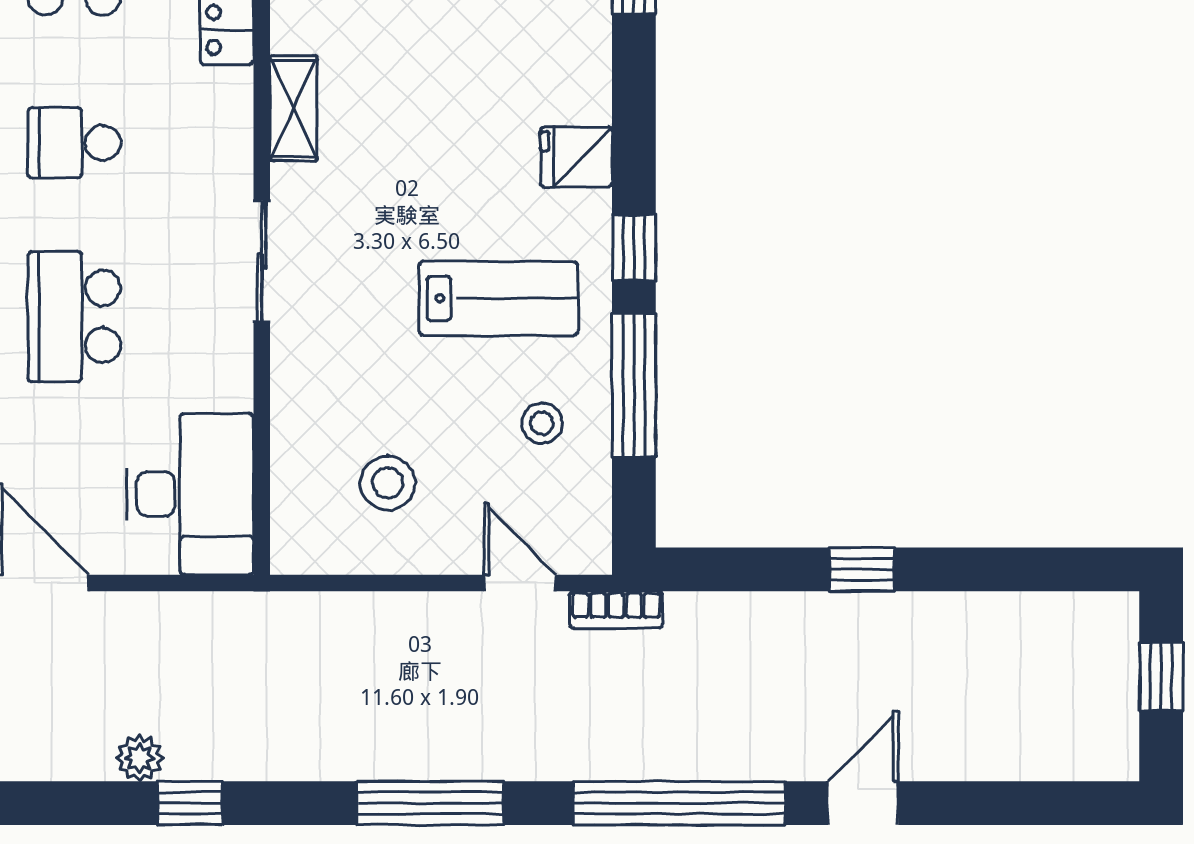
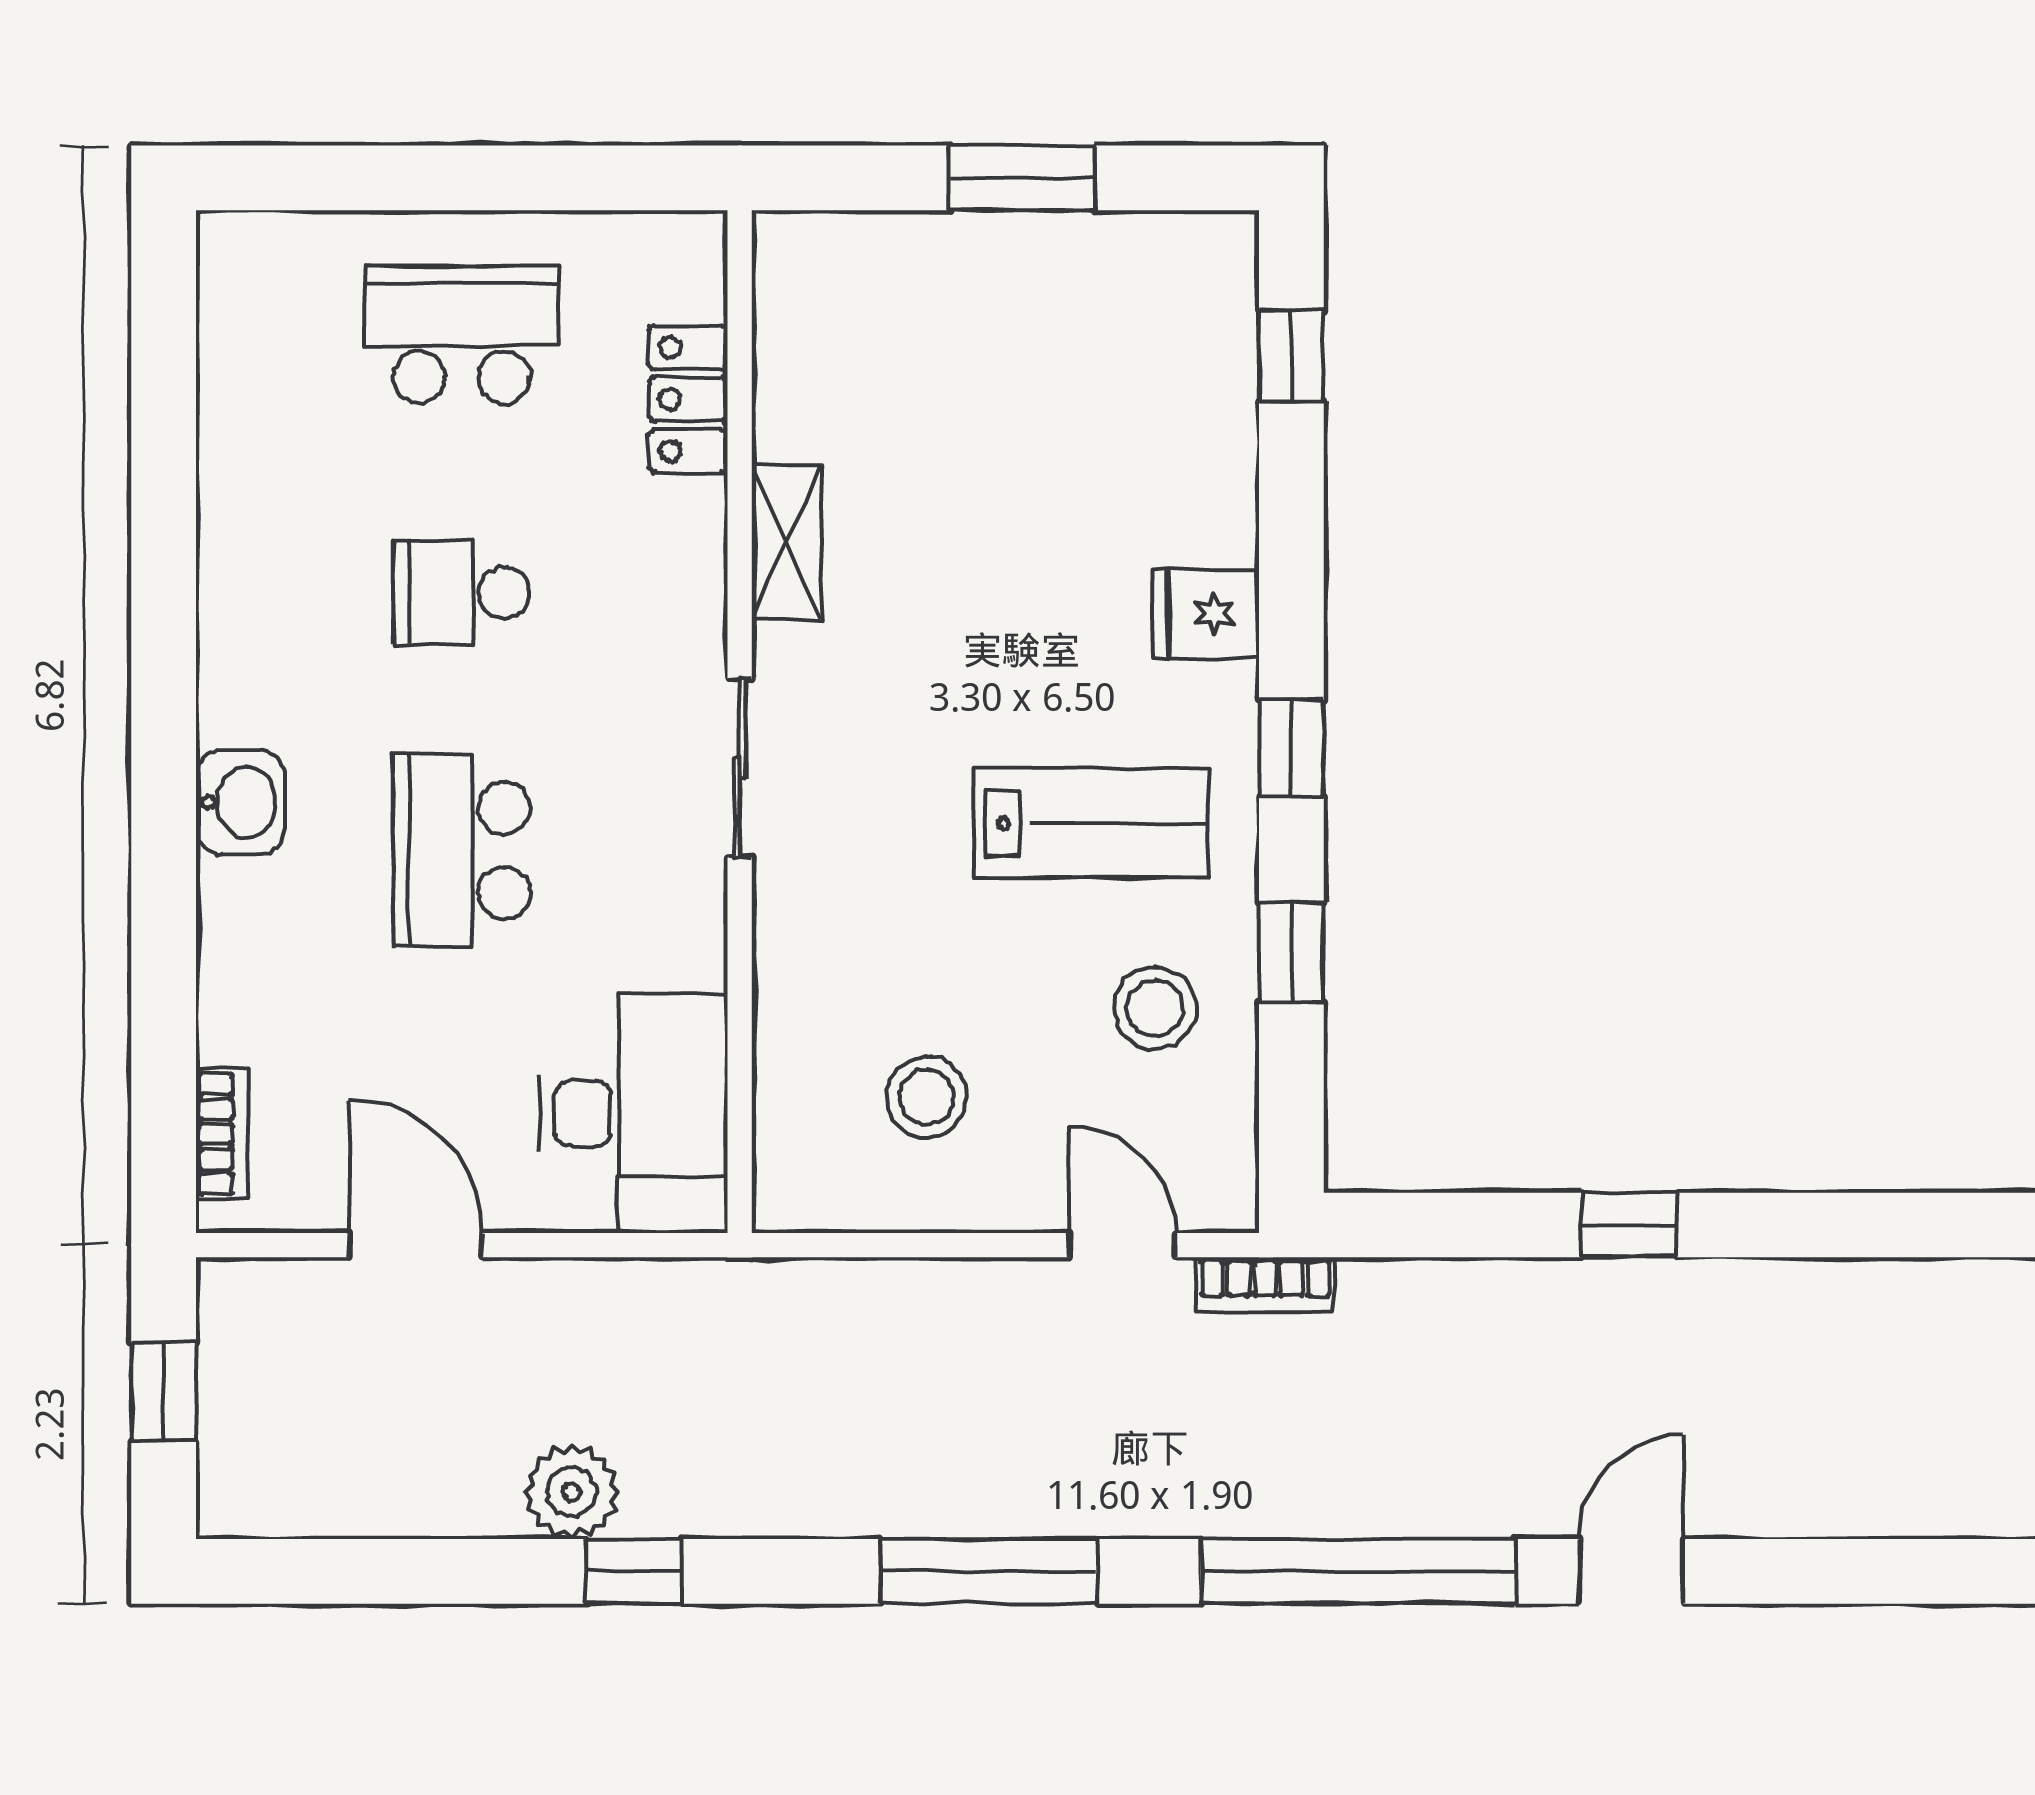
window: (634, 385) -> (1291, 952), width x0.46
stool: (542, 423) -> (1155, 1008), width x1.37, depth x1.37
plant: (140, 758) -> (572, 1492), width x1.38, depth x1.38

